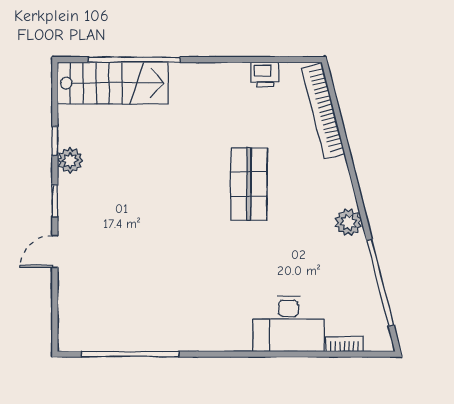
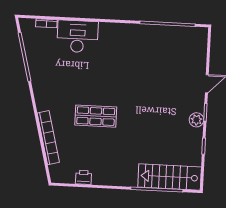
bookcase: (323, 111) -> (48, 138), moved
plant: (70, 160) -> (196, 120), moved
shop shelf: (249, 184) -> (96, 116), turned 90
plant: (348, 222) -> (41, 92), removed

